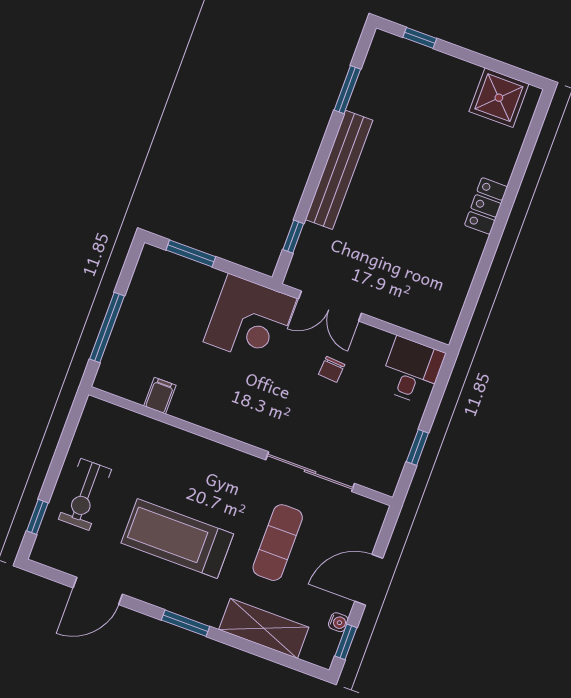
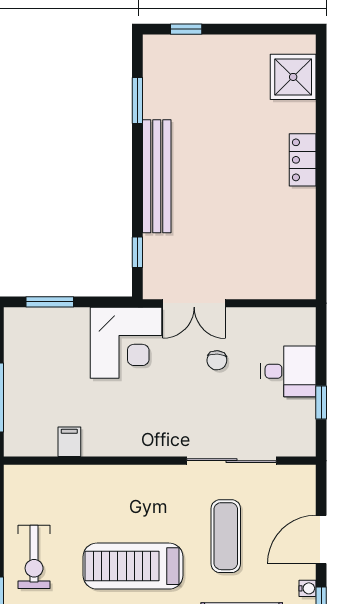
shower: (499, 98) -> (293, 77), moved
desk: (412, 371) -> (288, 371), moved, turned 90

